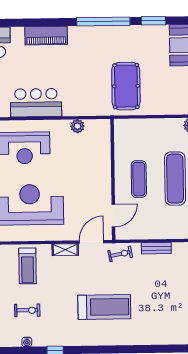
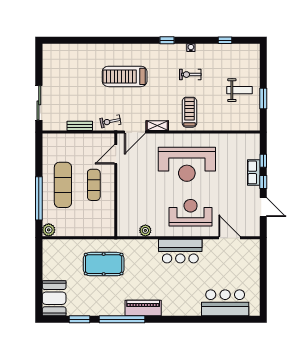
piano: (46, 36) -> (143, 308), moved
pool table: (126, 86) -> (104, 264), turned 90

